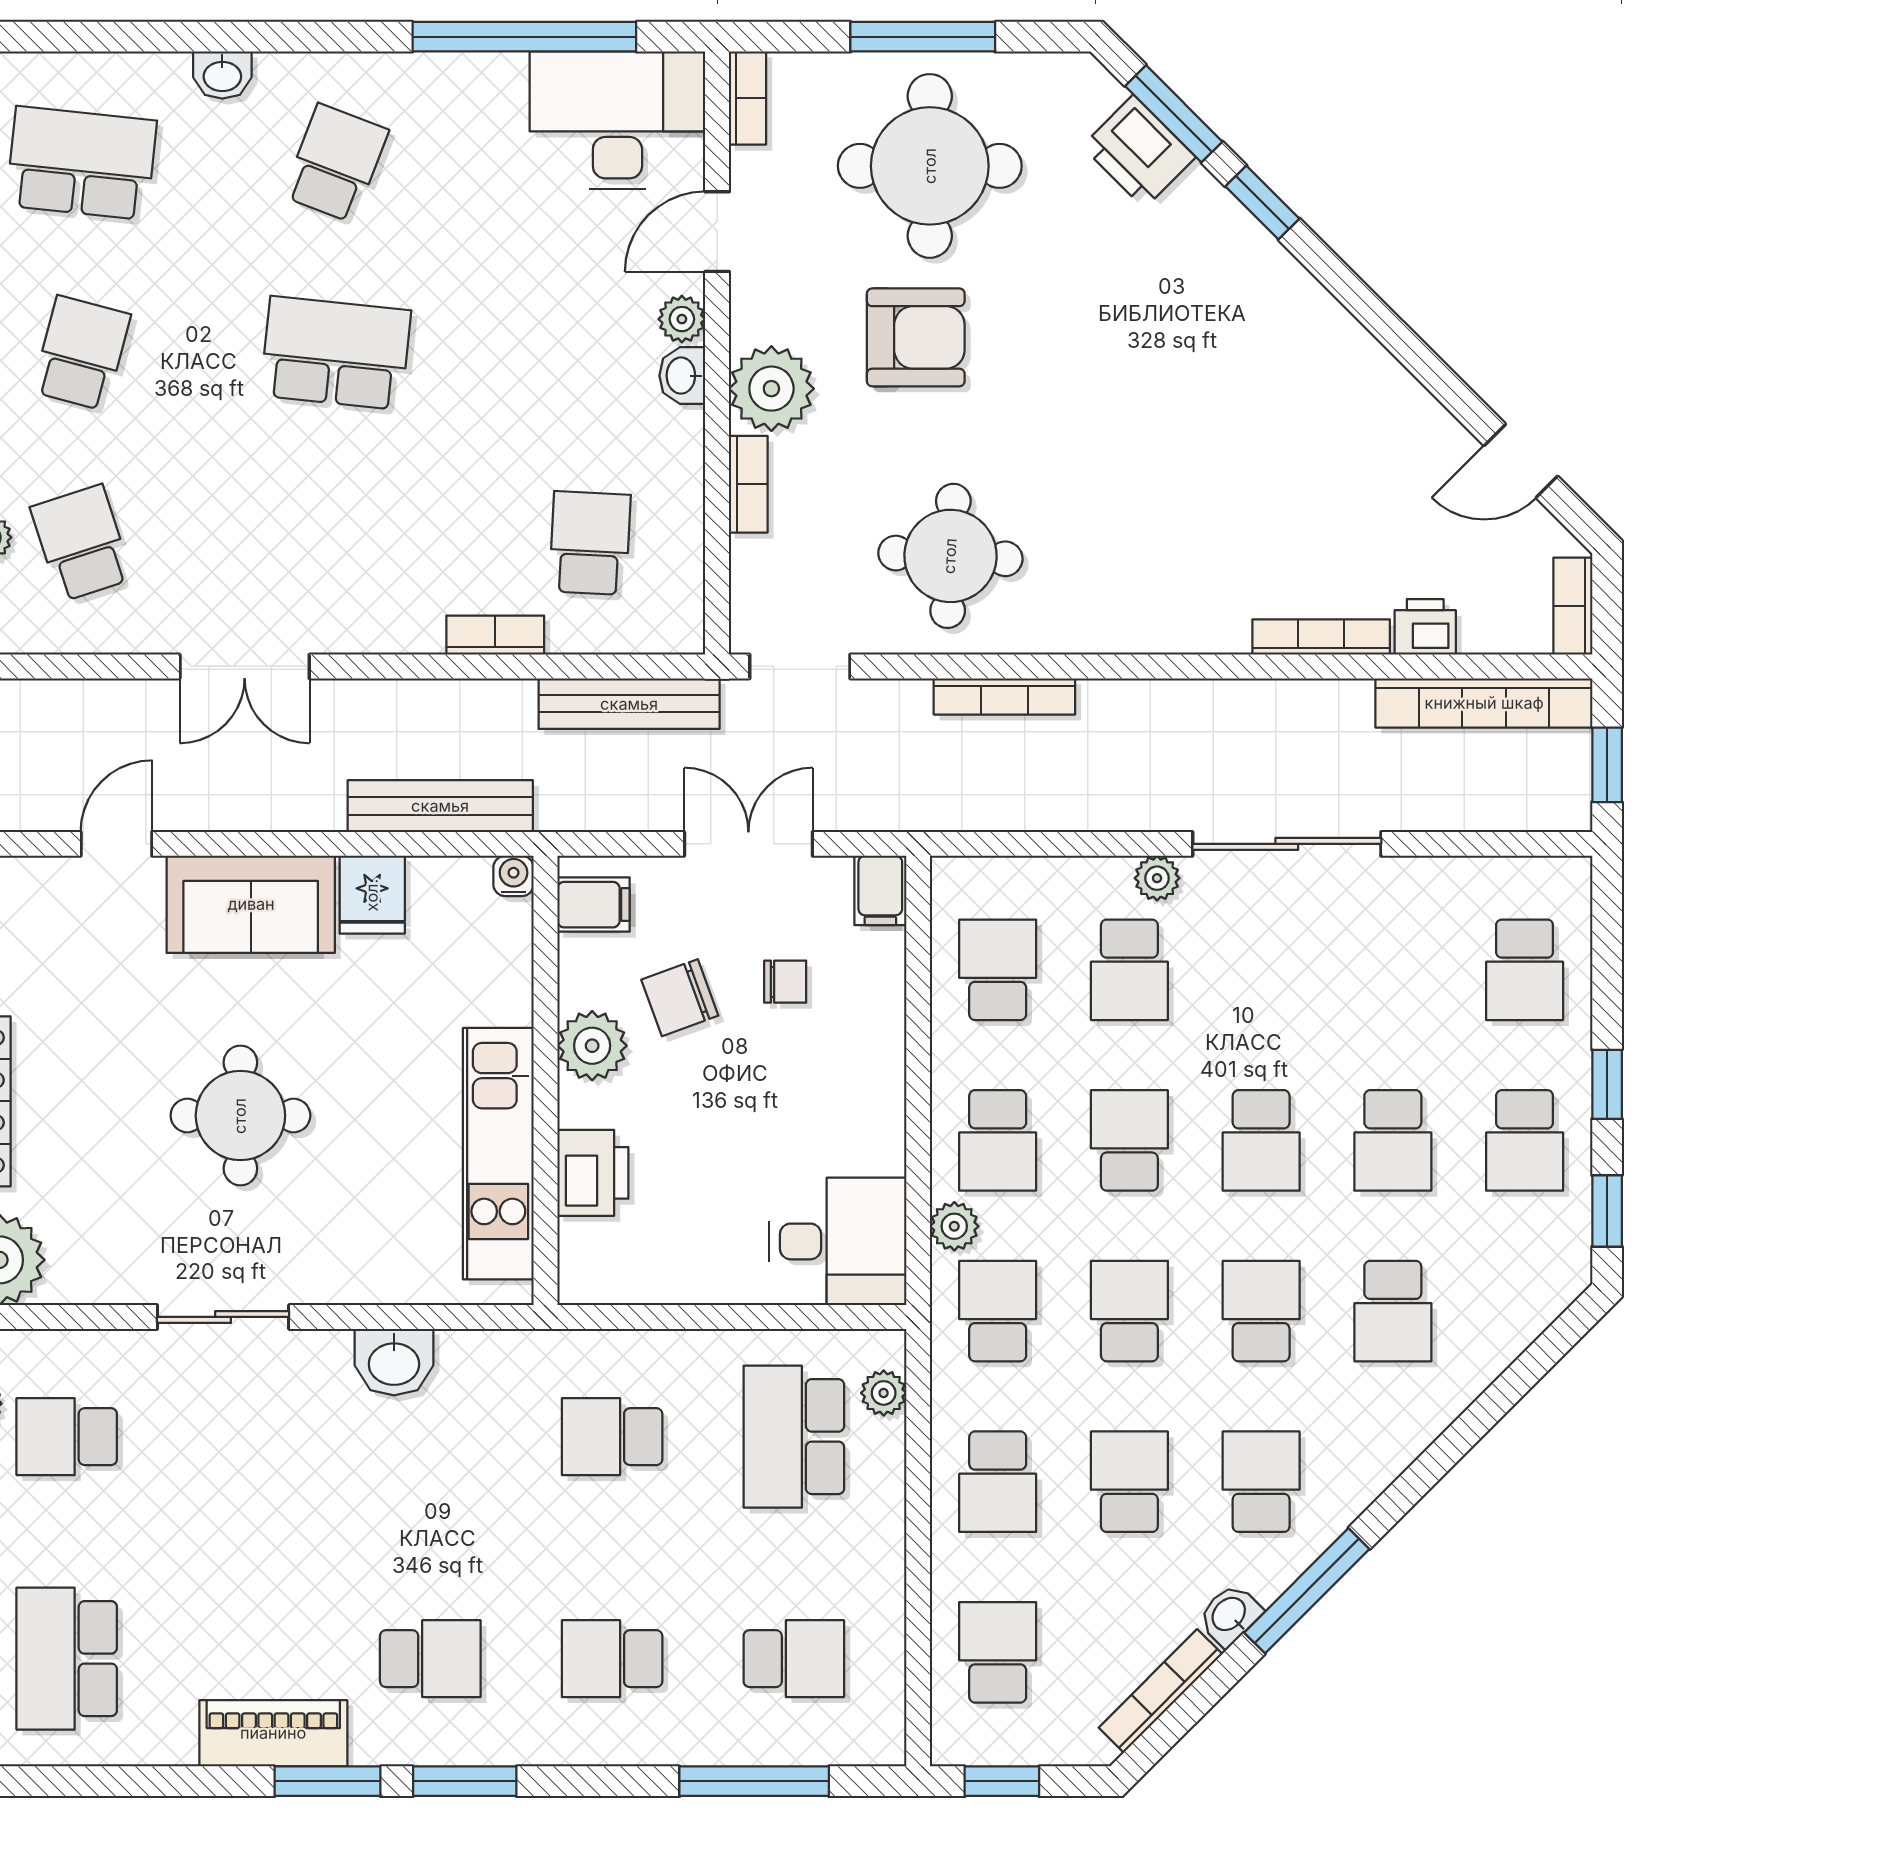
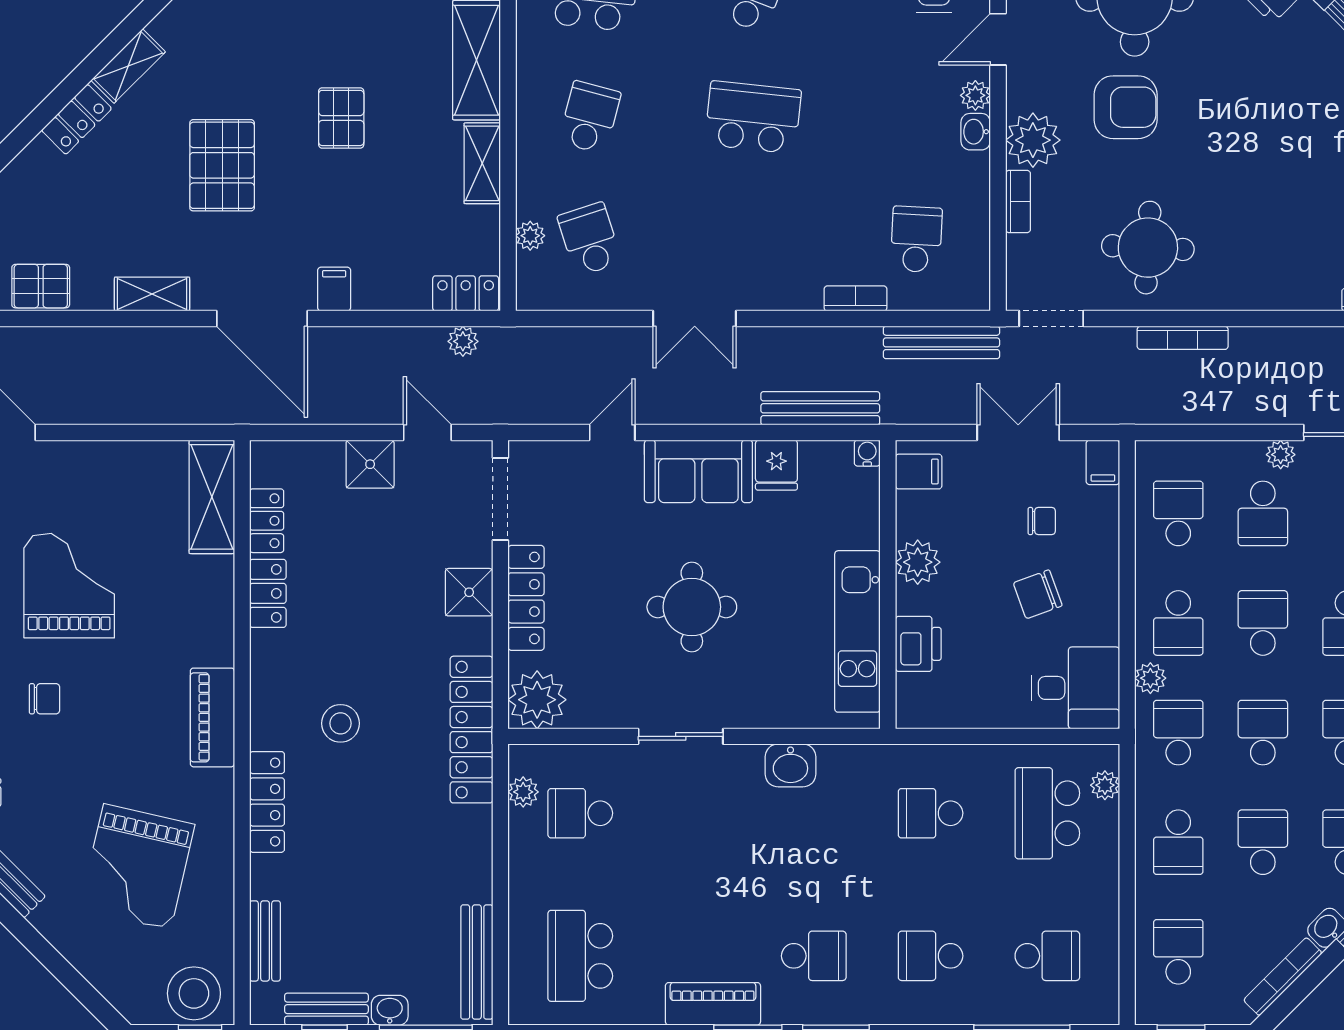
chair: (680, 998) -> (1038, 594), moved

